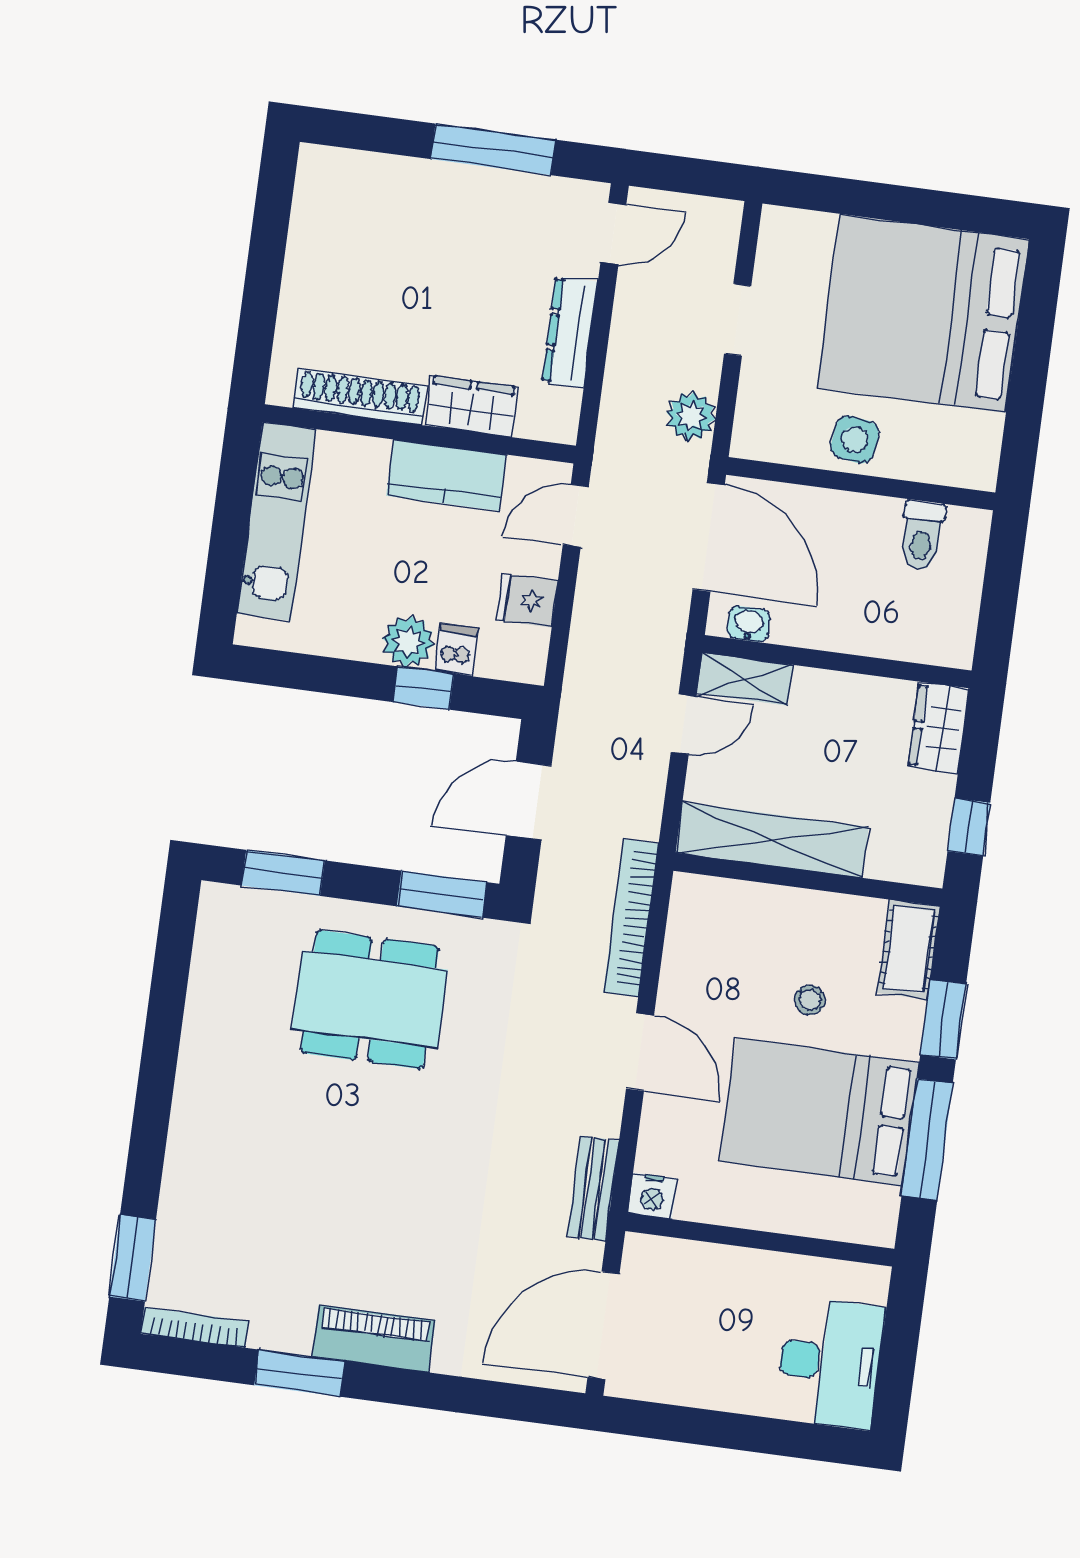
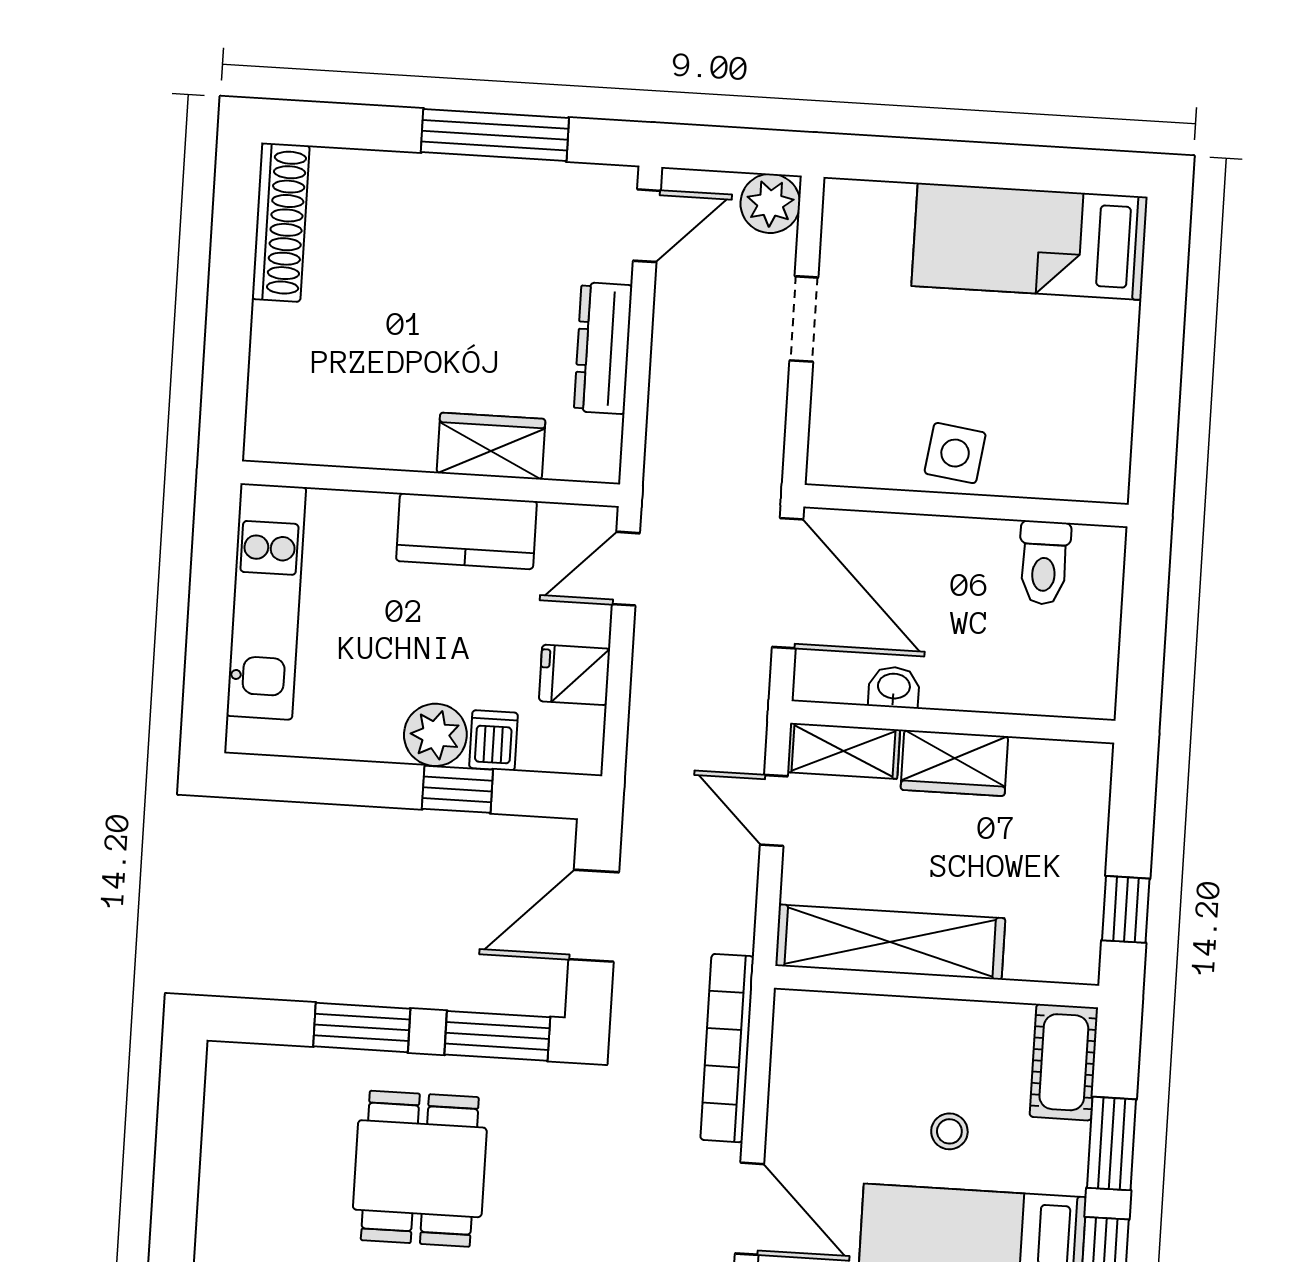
bed: (923, 313) -> (1030, 241), width x0.49
shoe rack: (360, 397) -> (281, 222), moved, turned 90
plant: (691, 416) -> (770, 203), moved
washbasin: (749, 624) -> (894, 687), moved
door: (684, 724) -> (774, 810), swing flipped
wardrobe: (939, 728) -> (954, 763), moved, turned -90
window: (283, 873) -> (362, 1028), moved
dining table: (370, 999) -> (420, 1169), width x0.73

